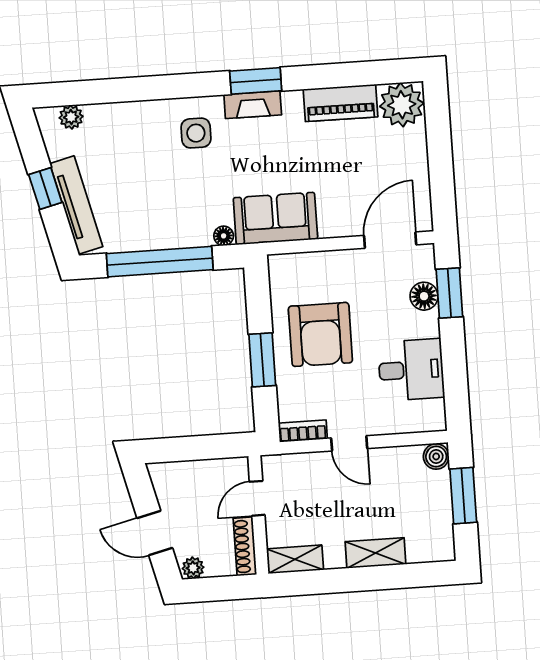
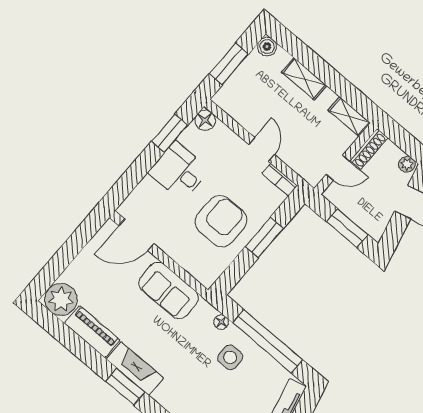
fireplace: (253, 105) -> (135, 369), width x1.37, depth x1.32
side table: (196, 133) -> (230, 357), moved
sofa: (275, 218) -> (169, 290), moved
window: (449, 293) -> (170, 133), moved
floor lamp: (424, 296) -> (205, 120), moved
desk: (411, 370) -> (179, 171), moved
window: (190, 448) -> (347, 228), added
boiler: (436, 456) -> (267, 47), moved

